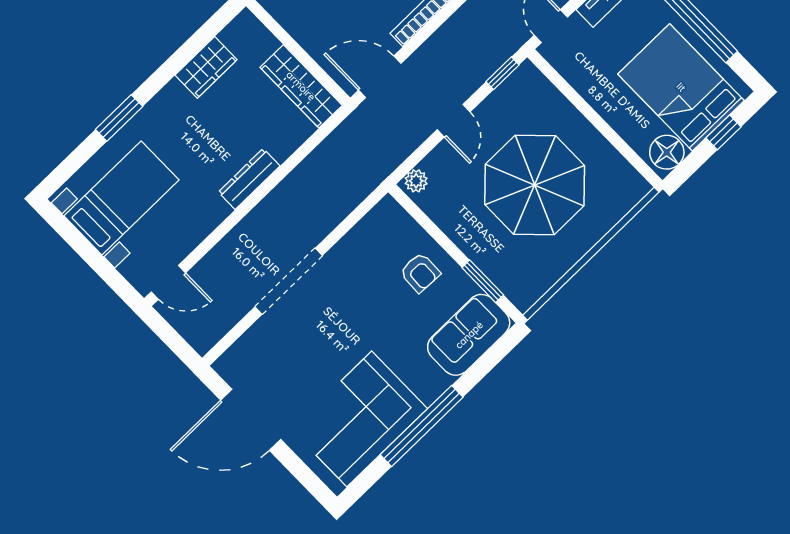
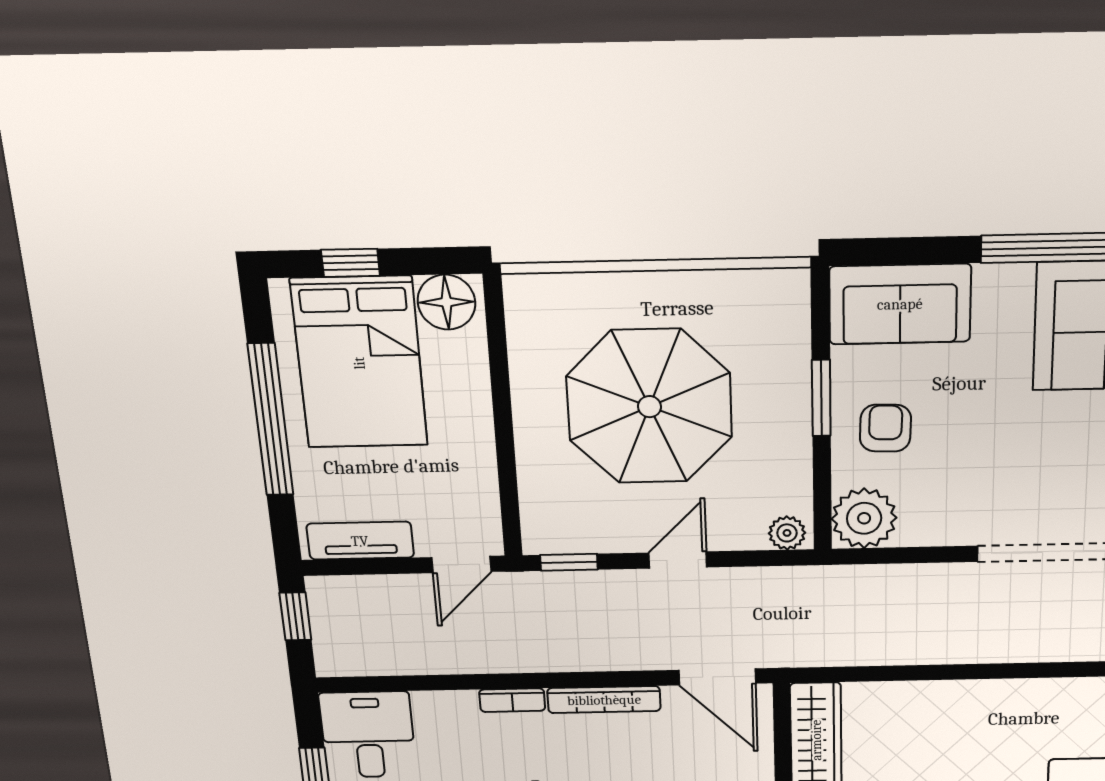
dresser: (249, 179) -> (973, 696), removed
plant: (388, 221) -> (864, 518), added
window: (483, 281) -> (821, 398), moved

